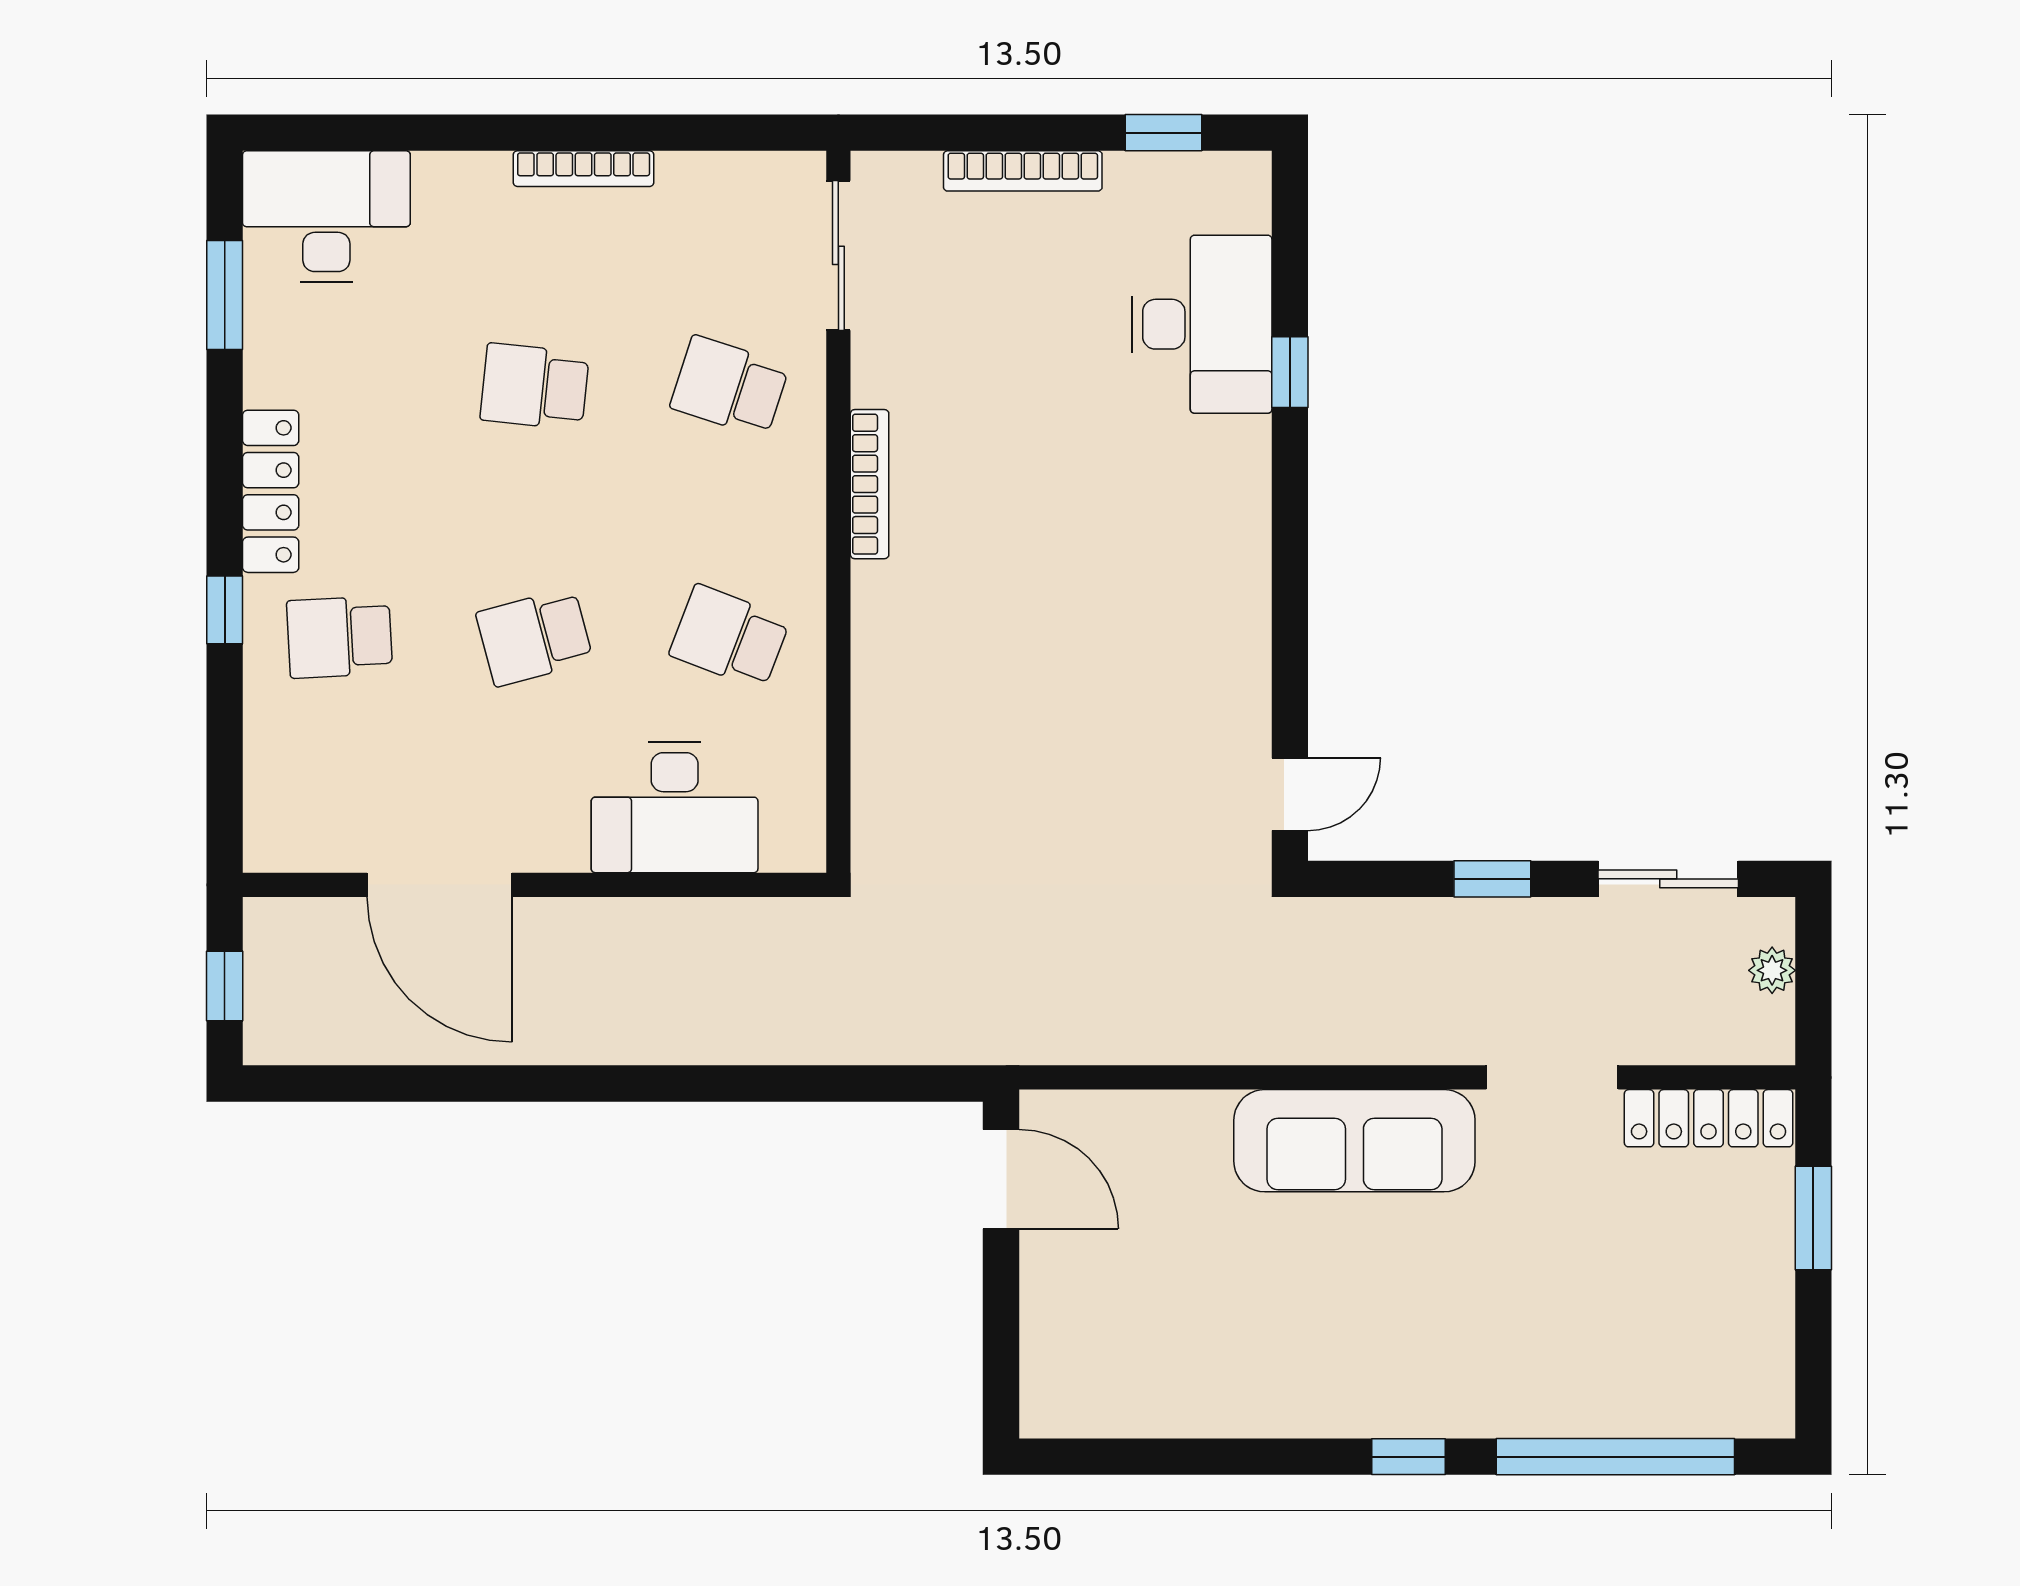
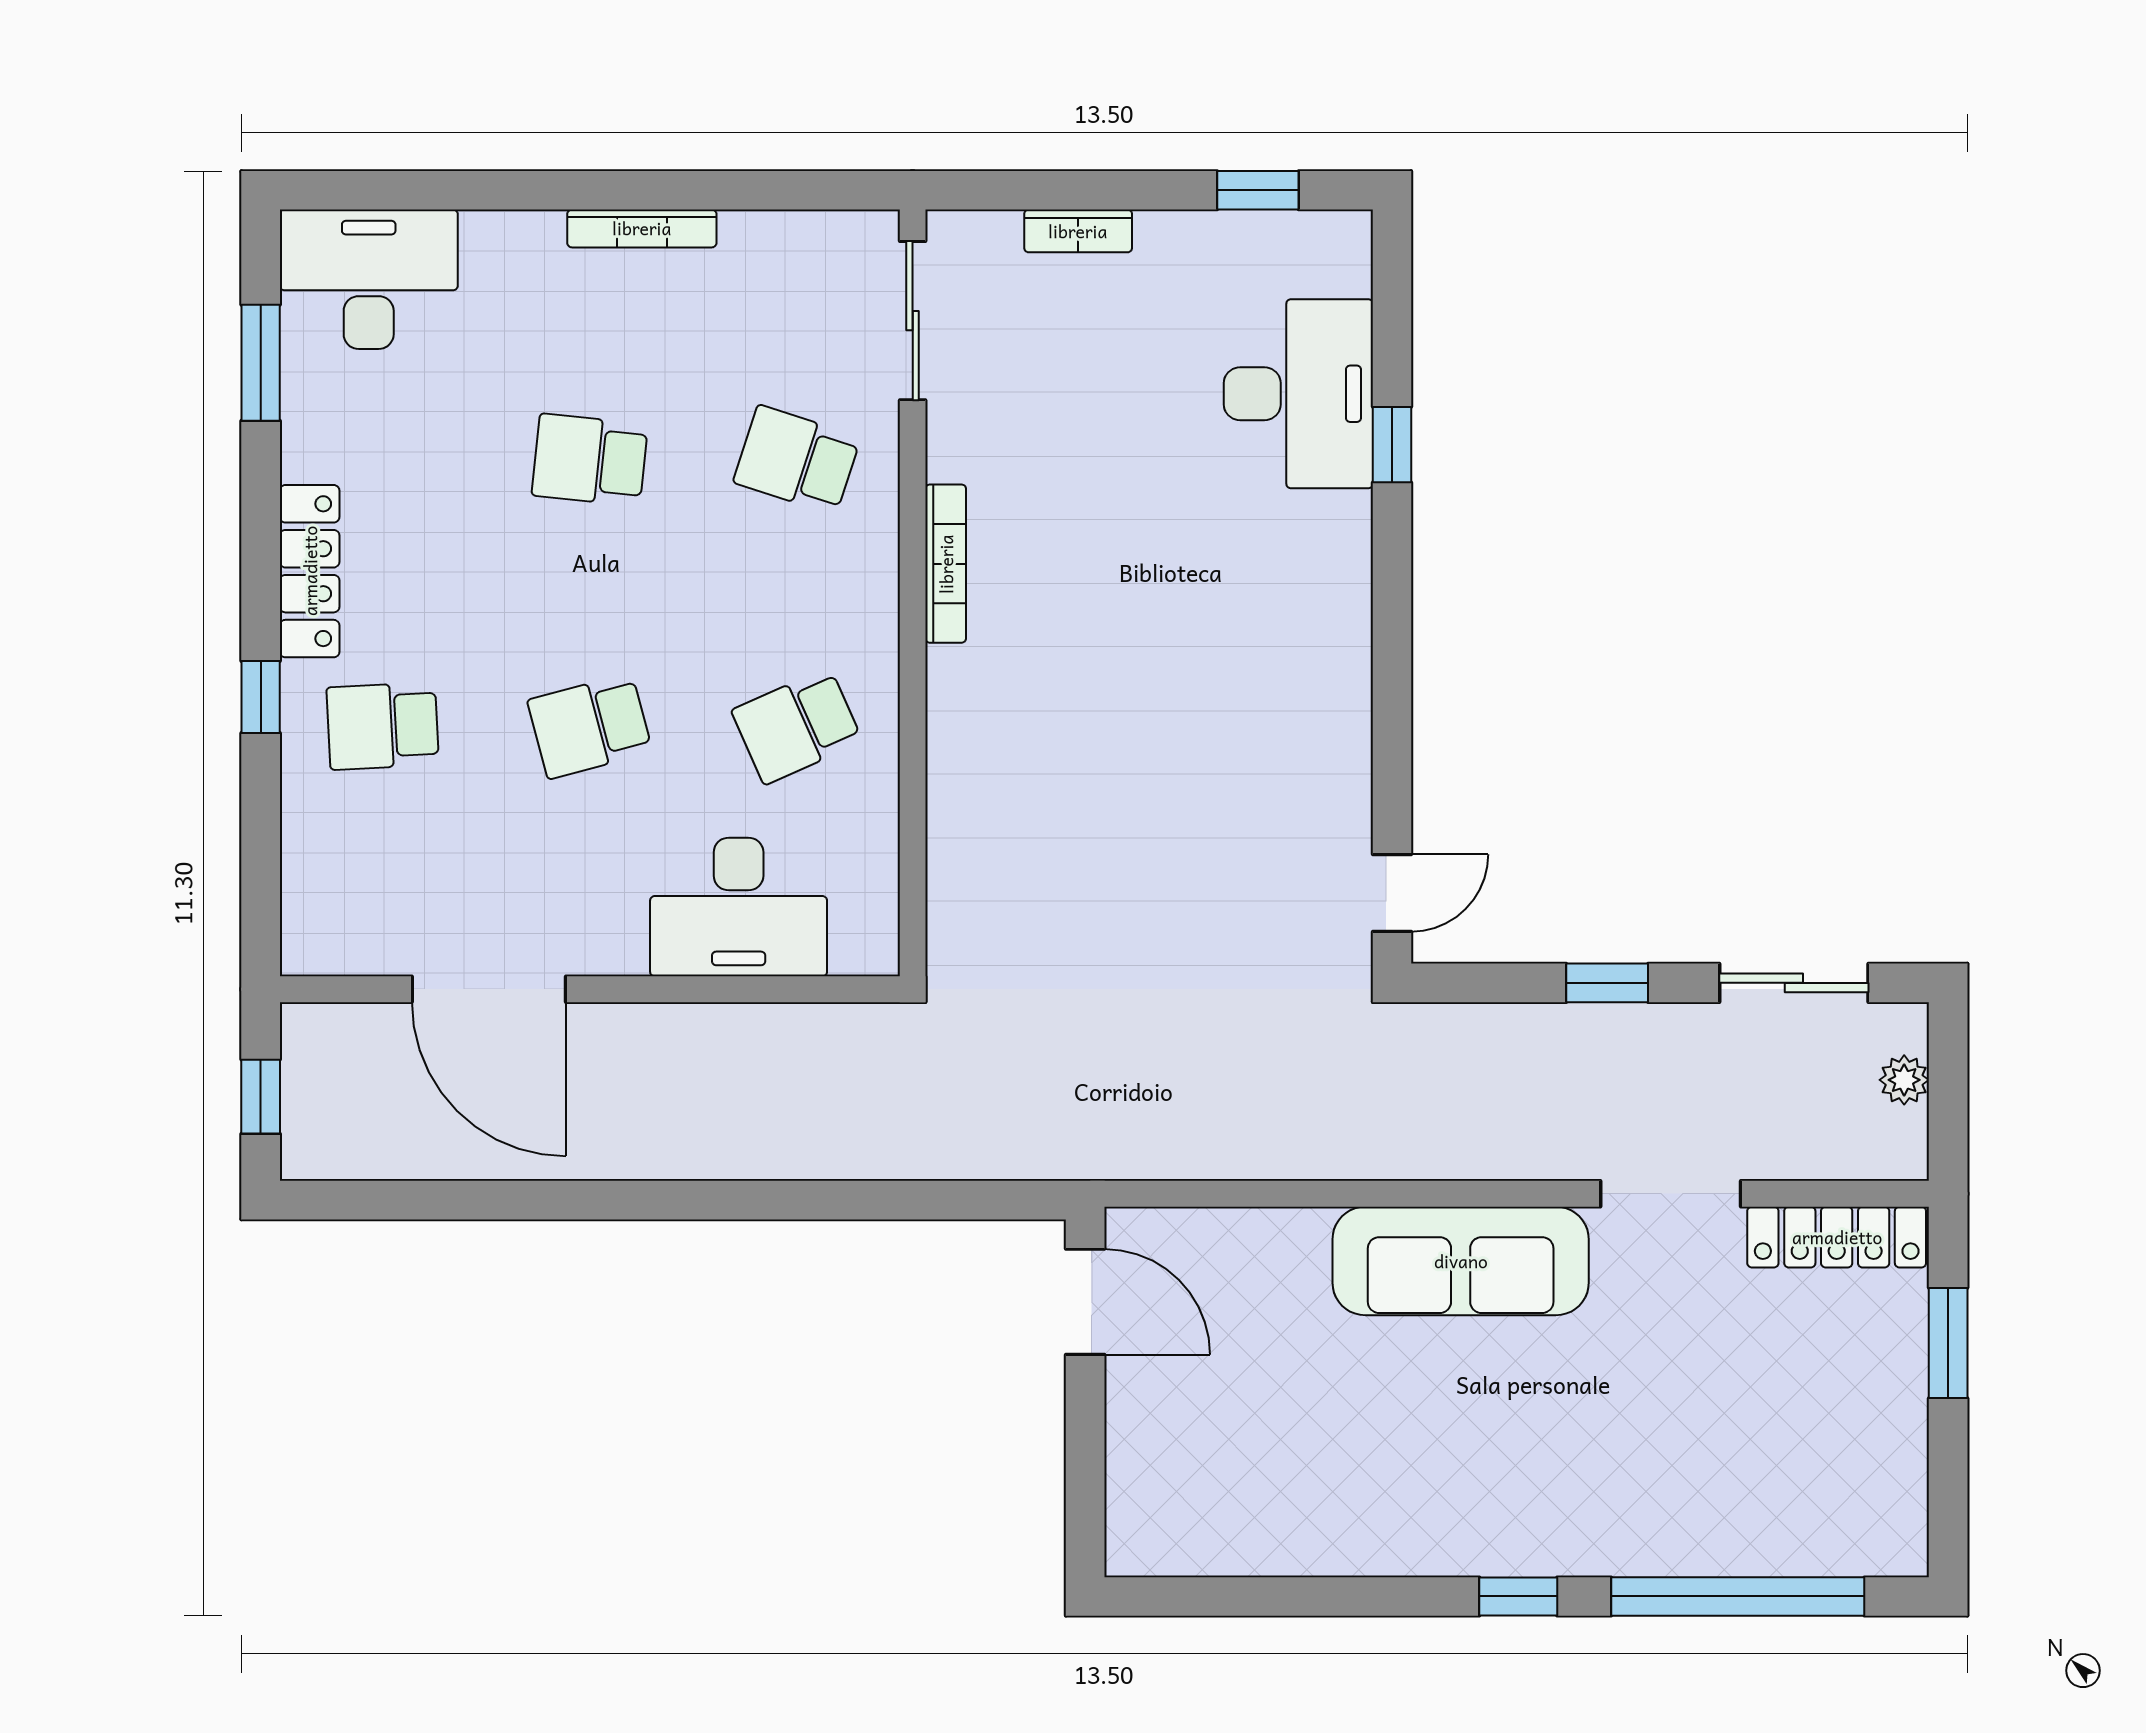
bookcase: (1023, 171) -> (1078, 231), width x0.64
school desk: (730, 637) -> (797, 726), turned -45

